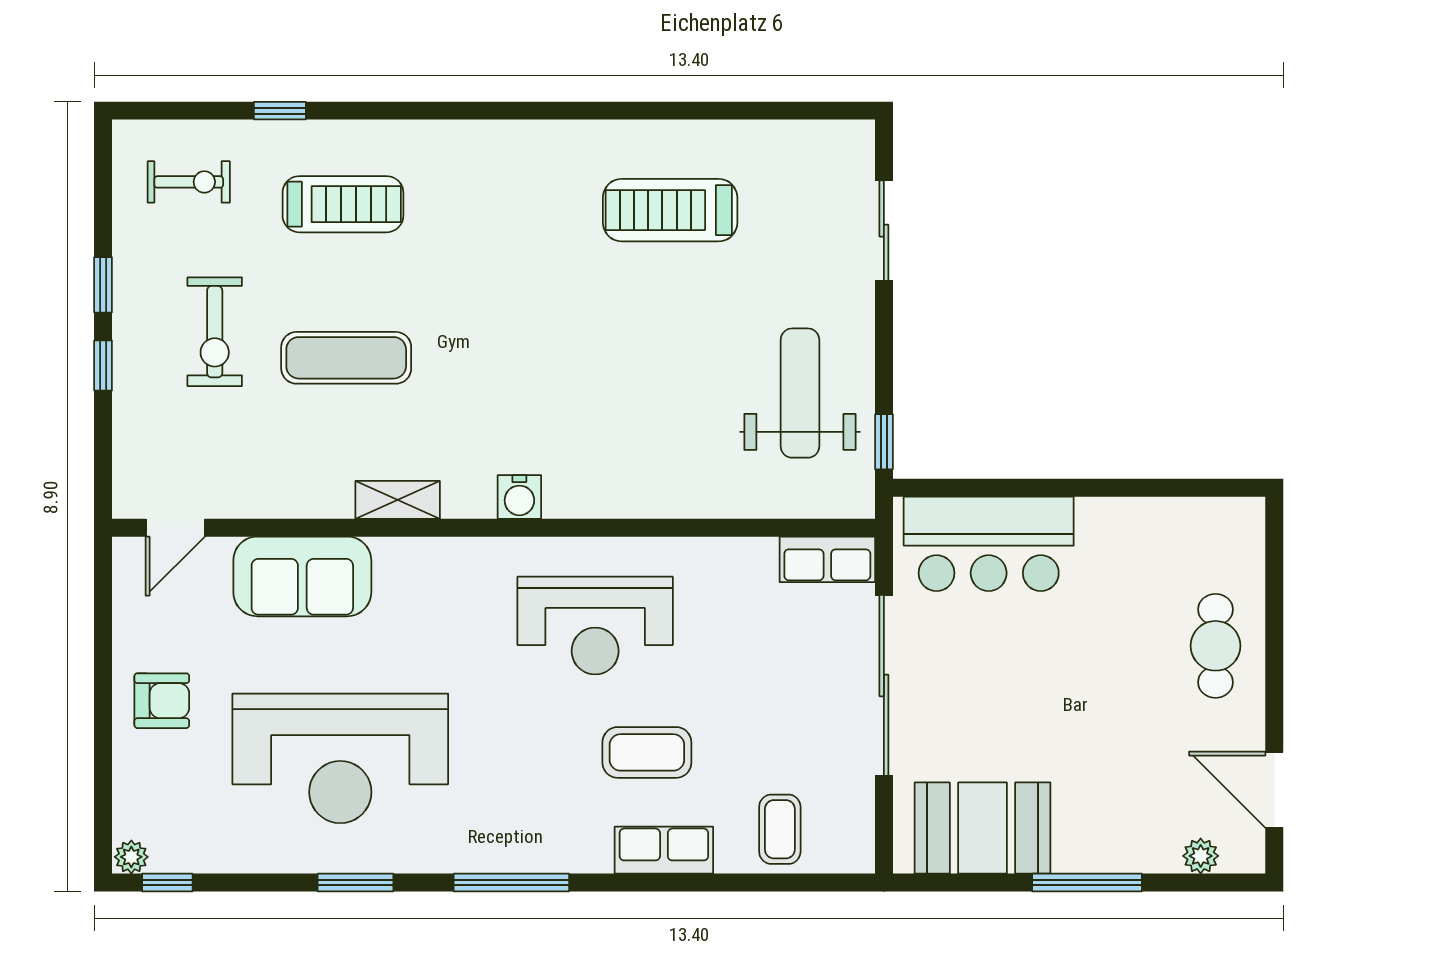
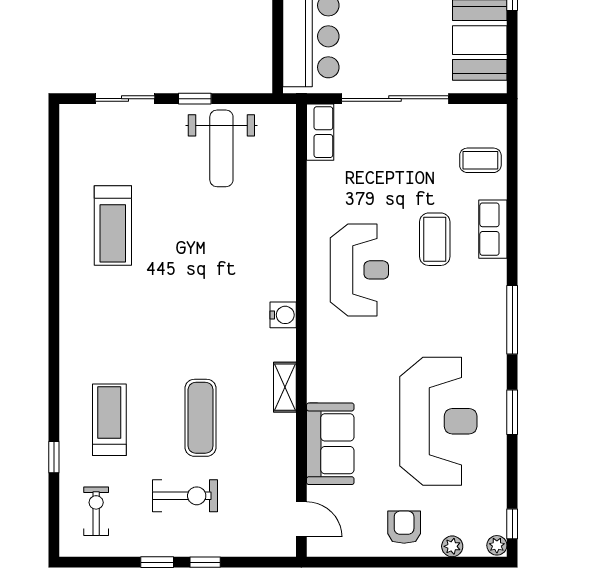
weight bench: (800, 393) -> (221, 148), turned -90
window: (884, 442) -> (195, 99), moved
plant: (130, 782) -> (452, 546), added

